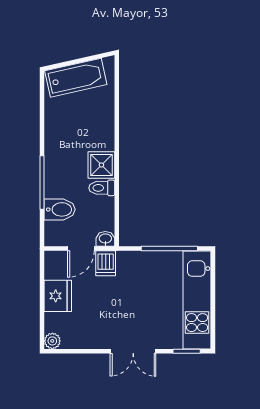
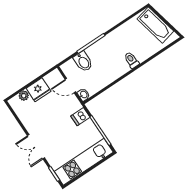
shower: (101, 165) -> (120, 68), removed
toilet: (102, 188) -> (132, 60), moved
dishwasher: (106, 263) -> (80, 117), moved
plant: (52, 341) -> (24, 96), moved

